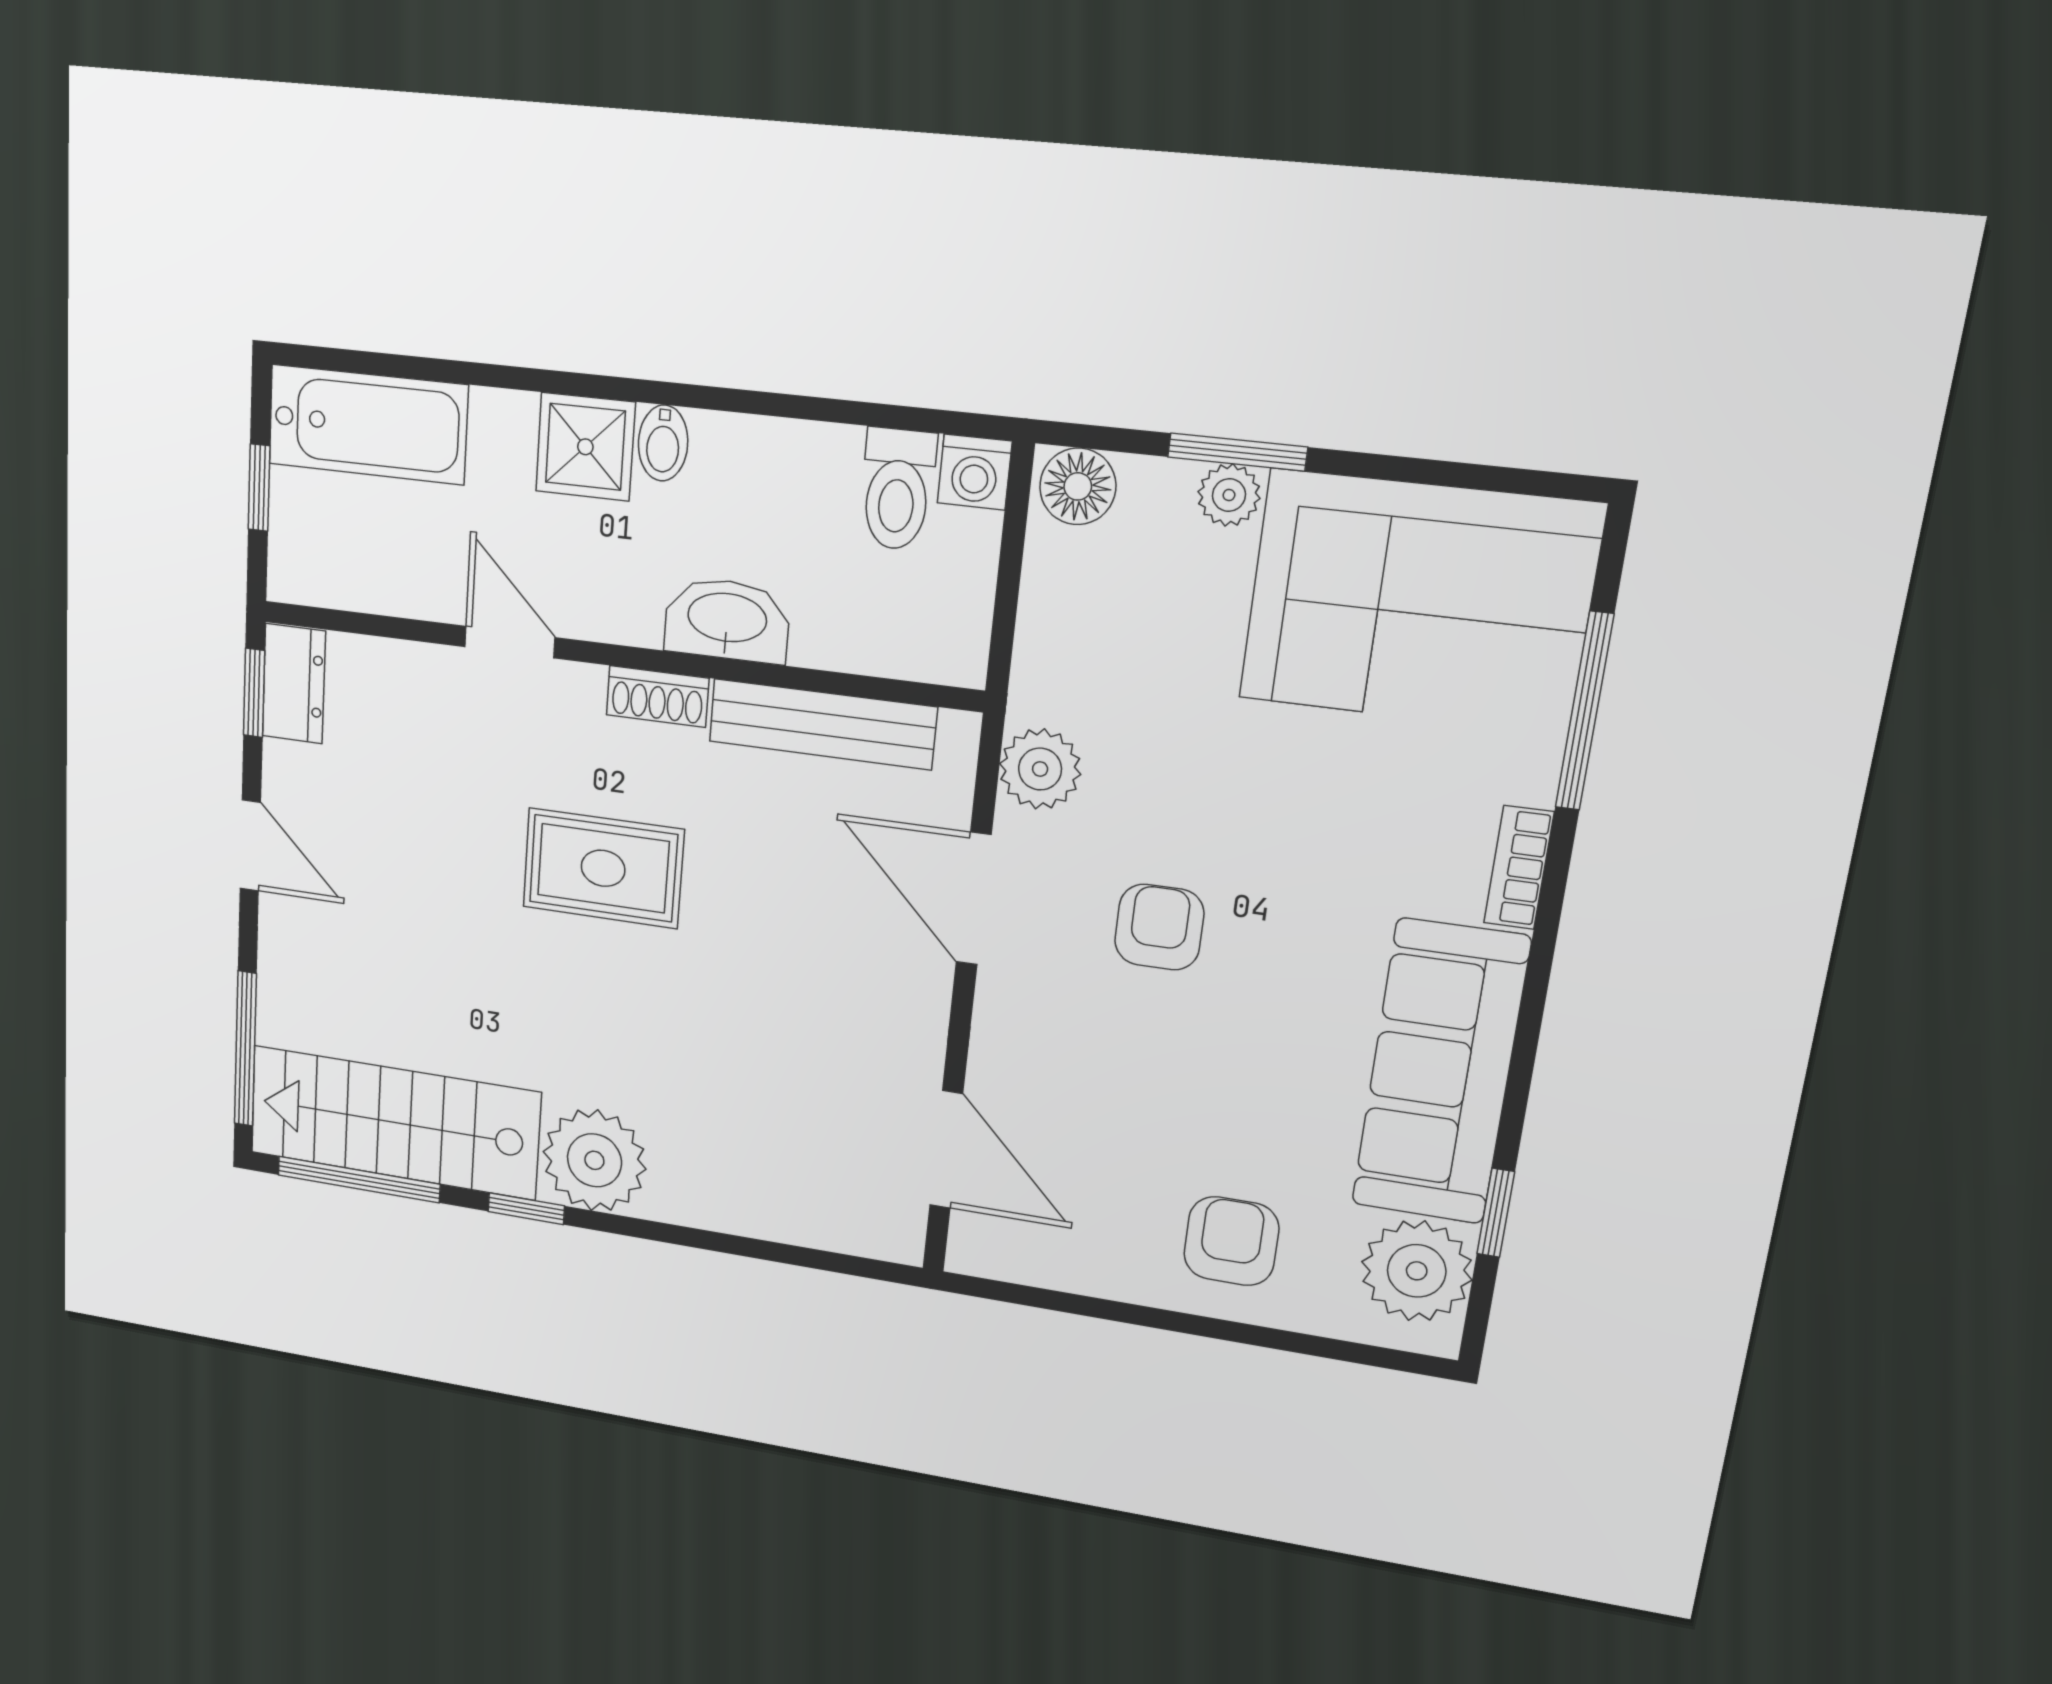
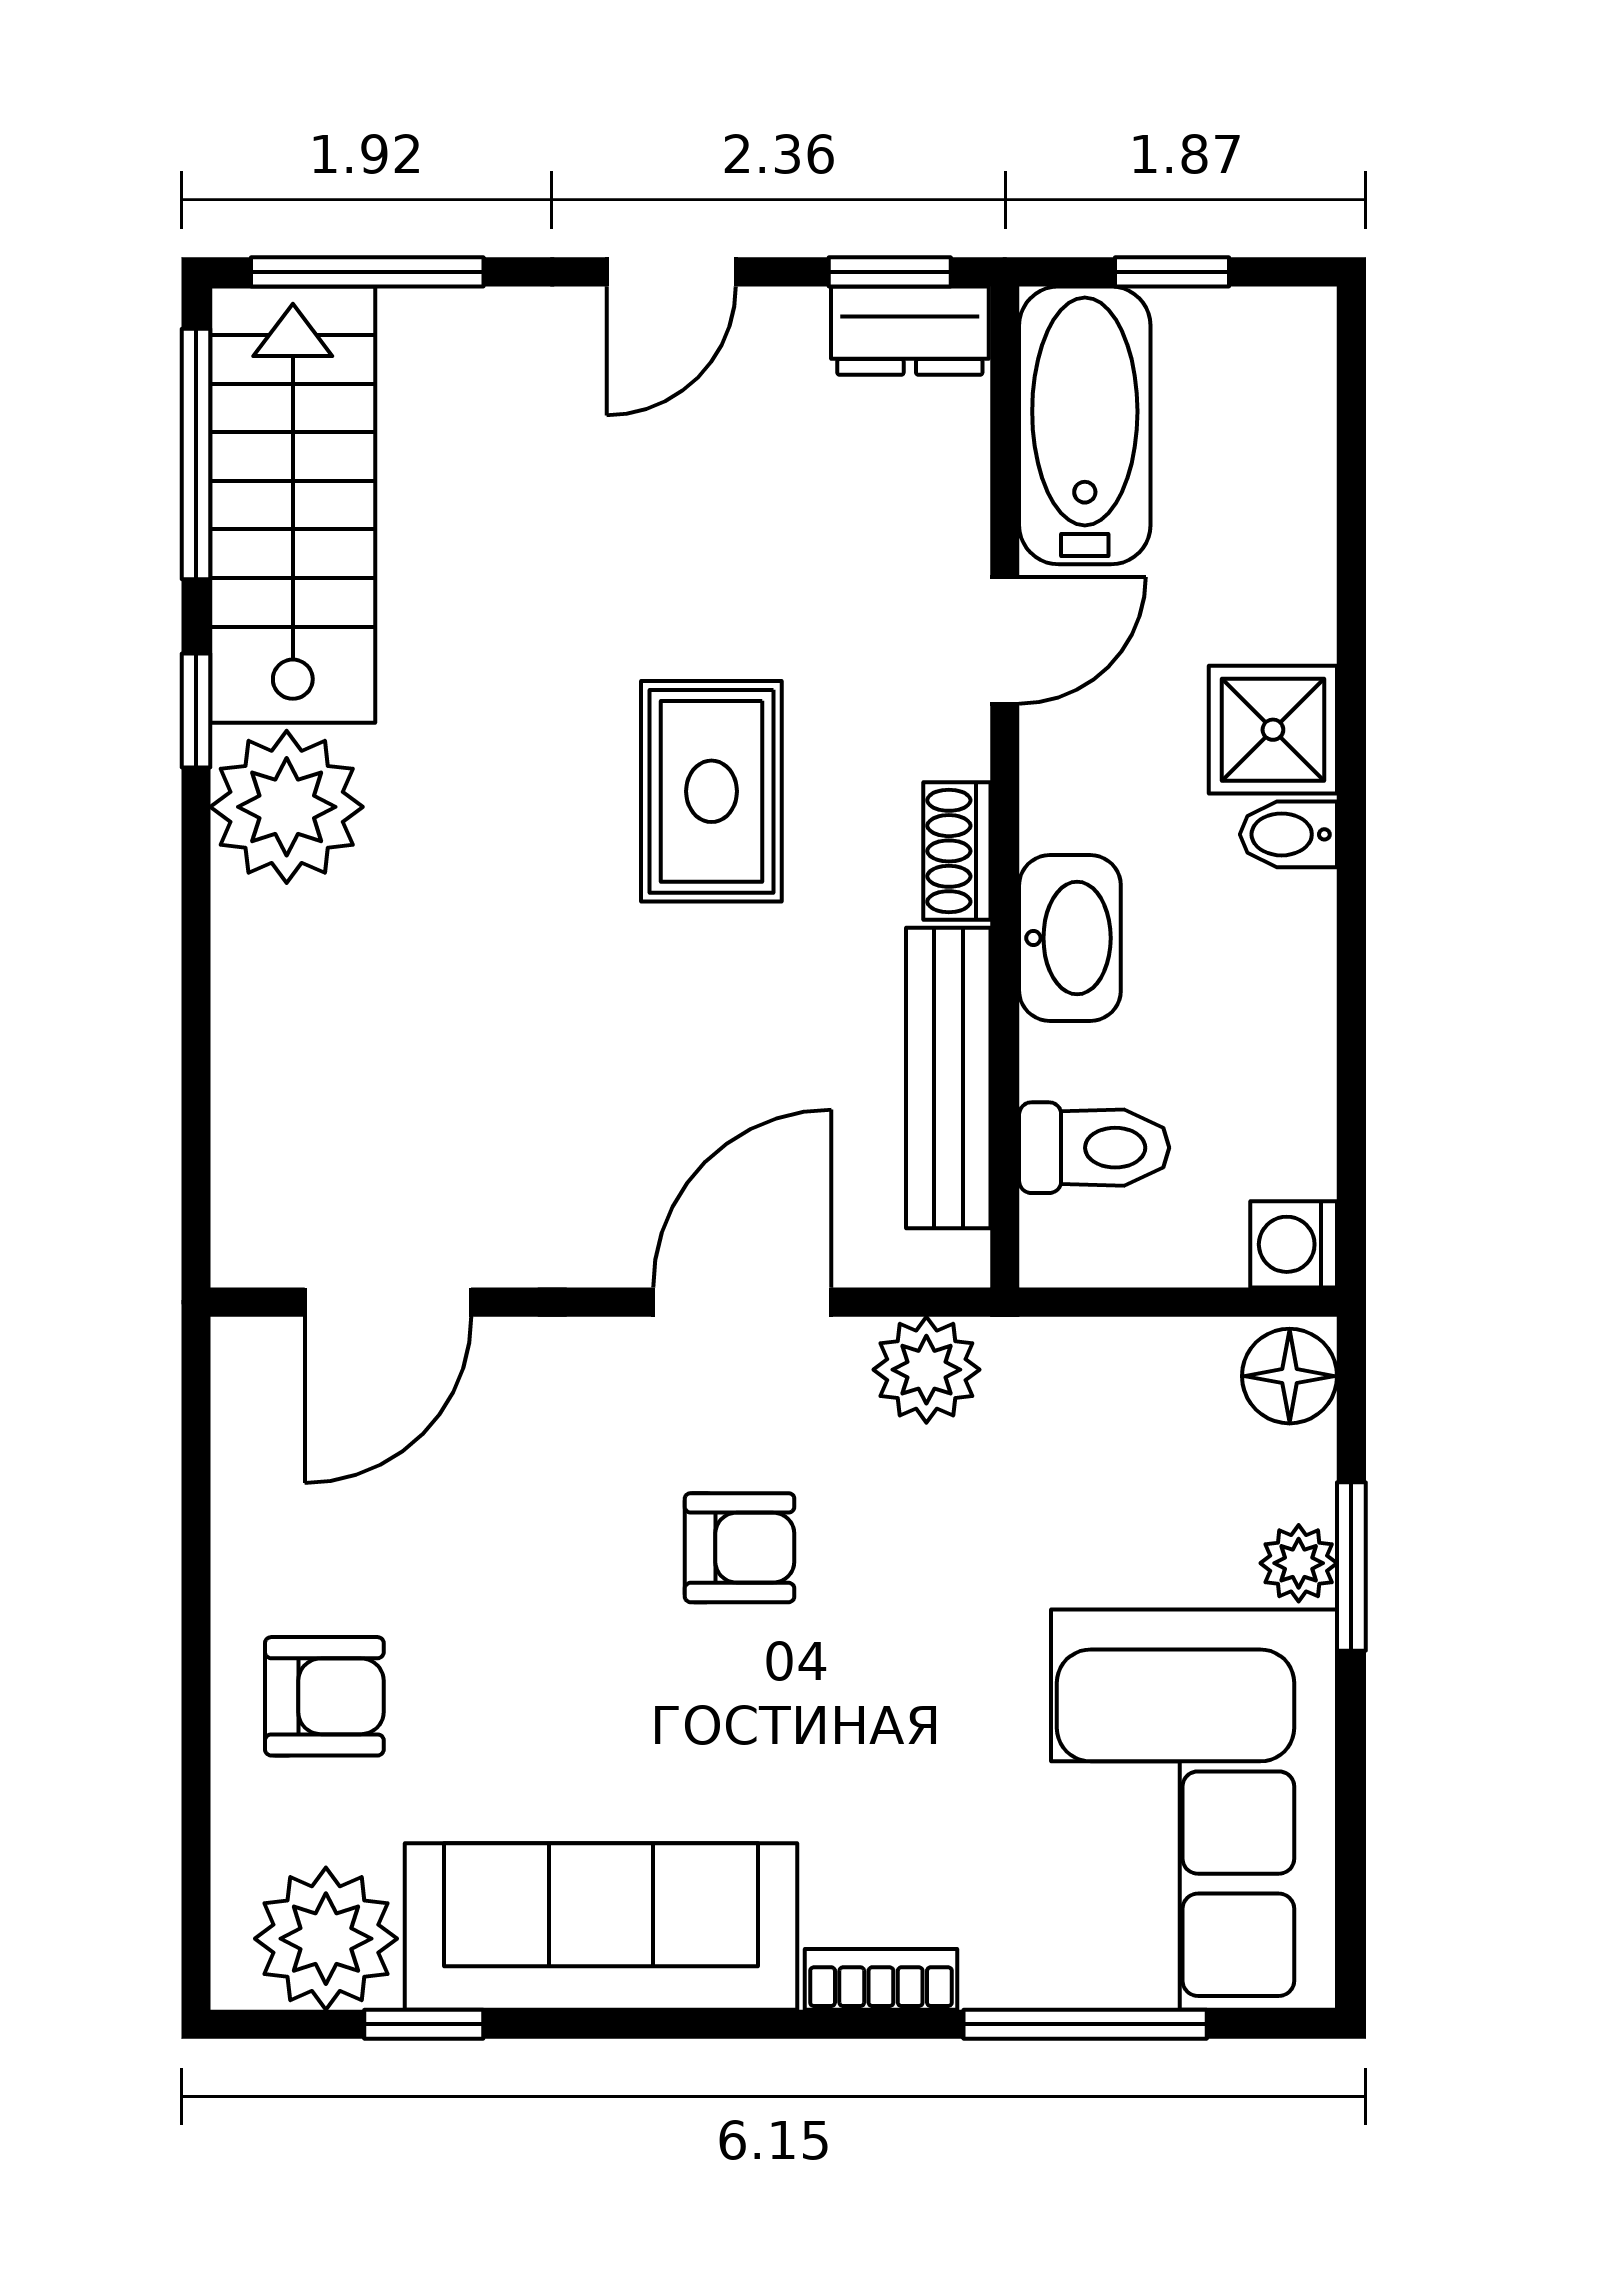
bathtub: (368, 425) -> (1085, 425), moved, turned 180
toilet: (897, 489) -> (1094, 1148), moved, turned 180

